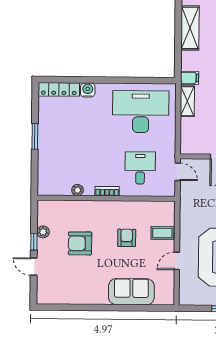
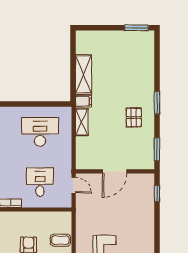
shelving: (190, 28) -> (83, 74), moved
desk: (141, 112) -> (40, 132), width x0.73, depth x0.77

